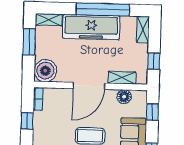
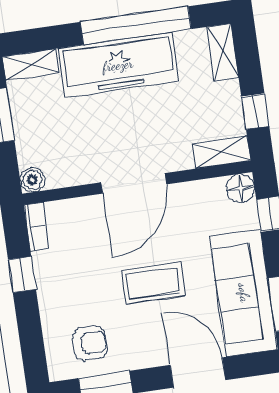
boiler: (45, 71) -> (32, 180), width x0.54, depth x0.54
shelving: (122, 78) -> (221, 152), moved
floor lamp: (124, 97) -> (240, 188), moved

